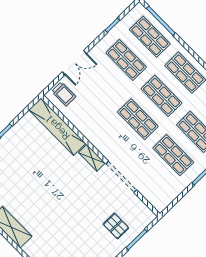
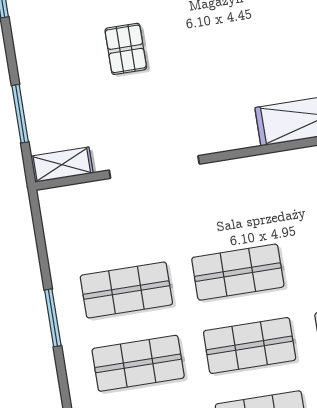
shelving: (92, 158) -> (62, 165), moved
pallet: (116, 226) -> (126, 49), moved, turned 90

